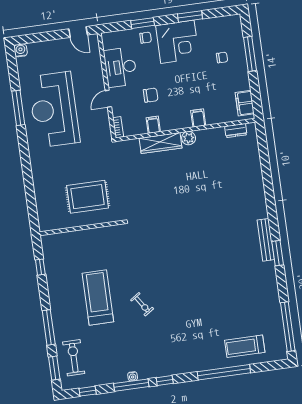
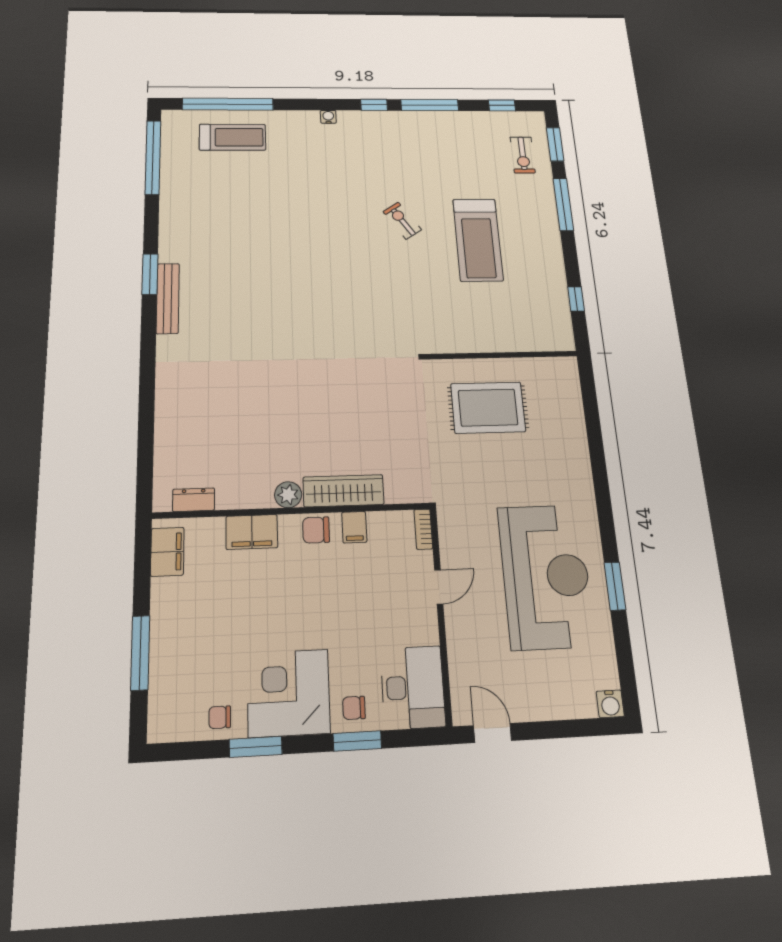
chair: (222, 58) -> (220, 717), moved
desk: (120, 67) -> (413, 687), moved
chair: (151, 95) -> (316, 530), moved
window: (18, 108) -> (615, 586), width x0.69
filing cabinet: (198, 118) -> (252, 532), width x2.00
exercise bike: (74, 358) -> (523, 155), width x0.73, depth x0.72
window: (224, 372) -> (228, 104), moved
water cooler: (133, 376) -> (328, 117), moved

